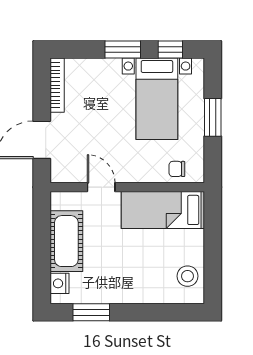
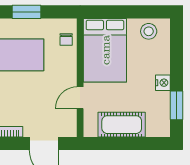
bed: (163, 210) -> (105, 50), width x1.50
nightstand: (60, 283) -> (163, 83), moved, turned -90

